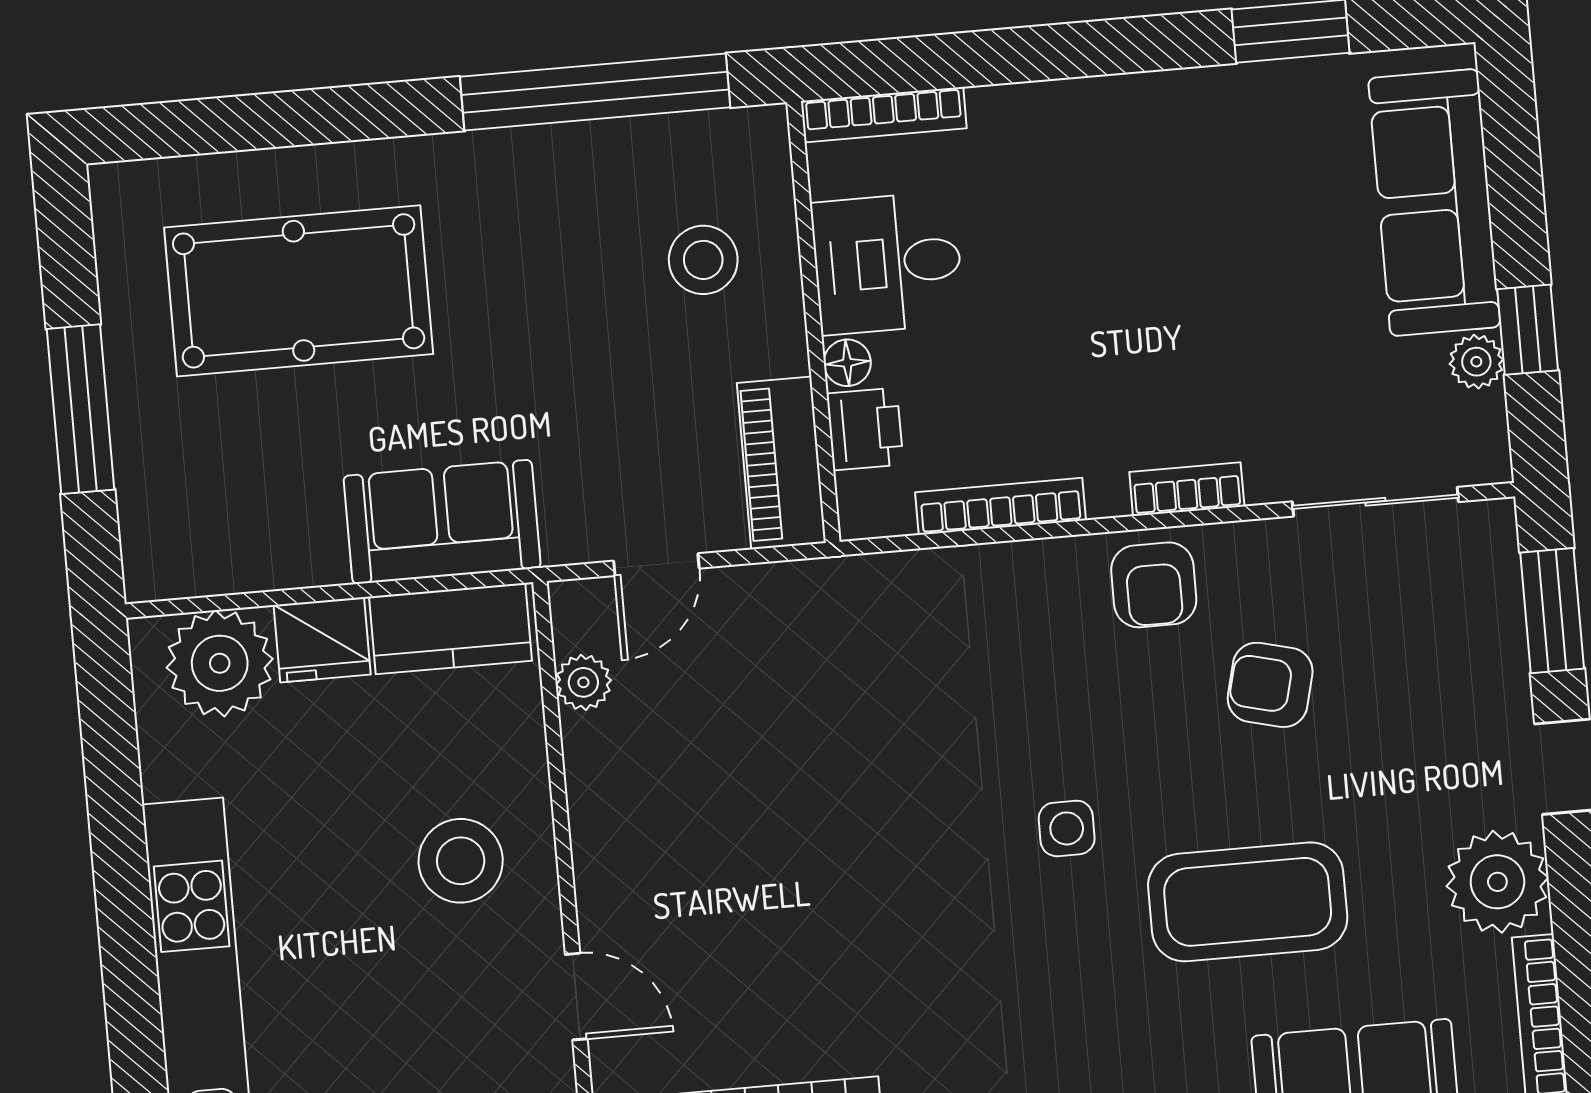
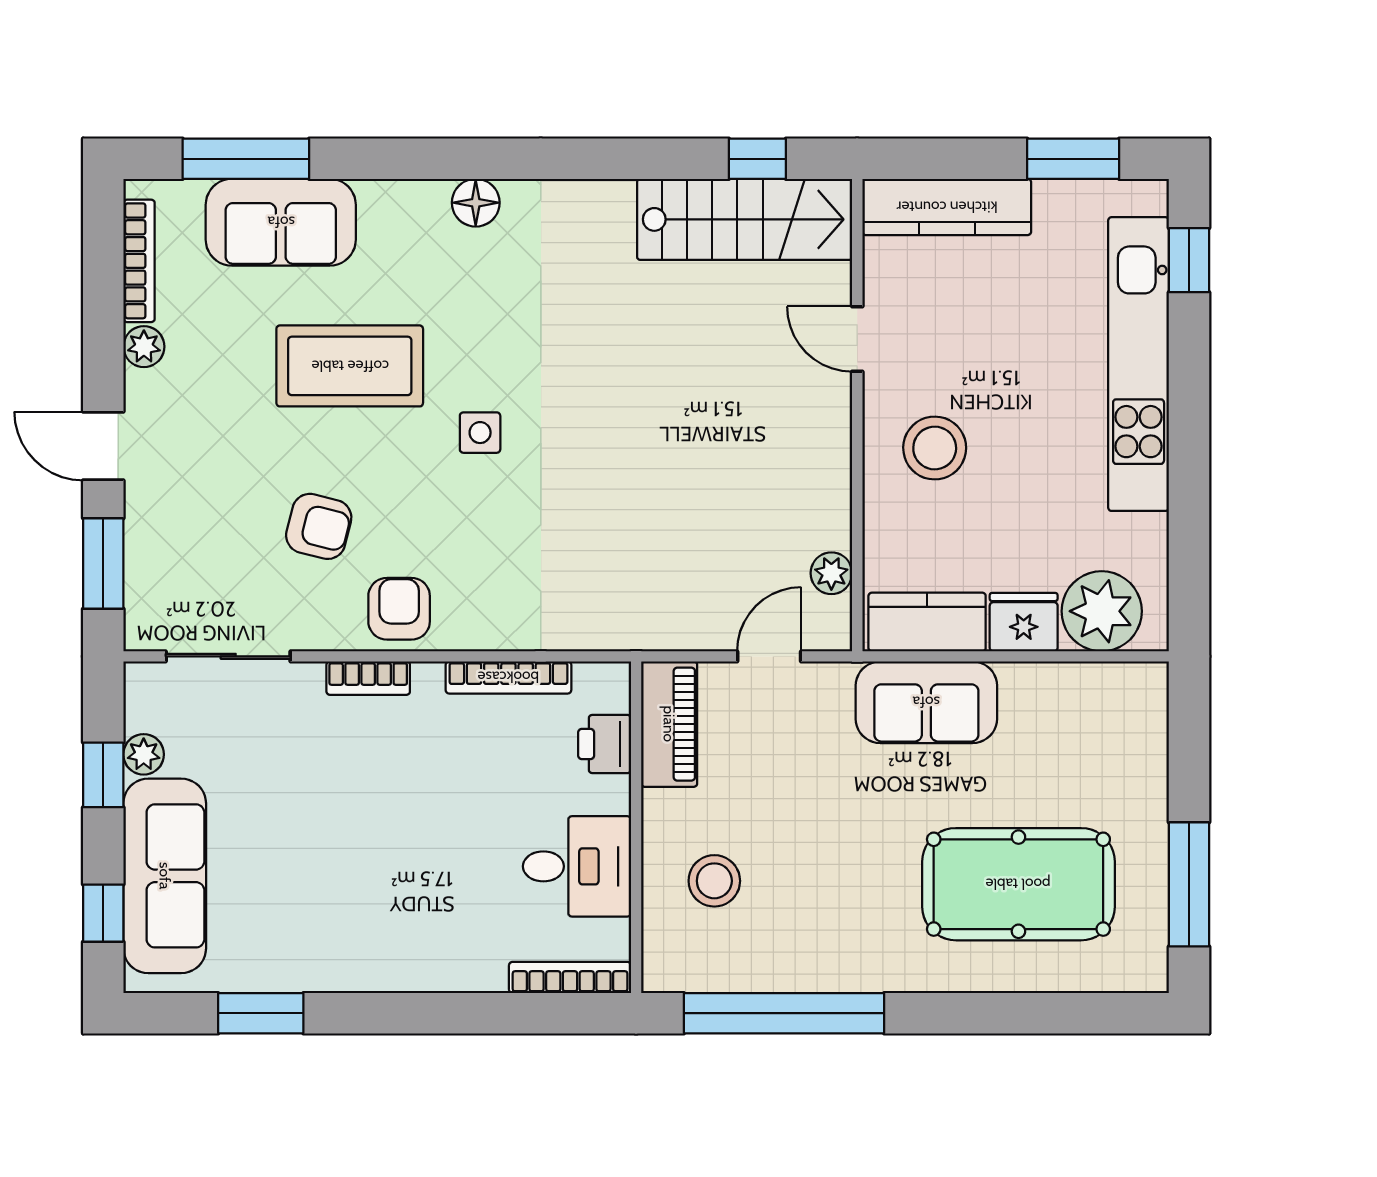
window: (1512, 146) -> (103, 913), added
floor lamp: (847, 363) -> (613, 795), removed
window: (81, 409) -> (1189, 884), moved
plant: (1497, 882) -> (144, 347), width x0.53, depth x0.53

